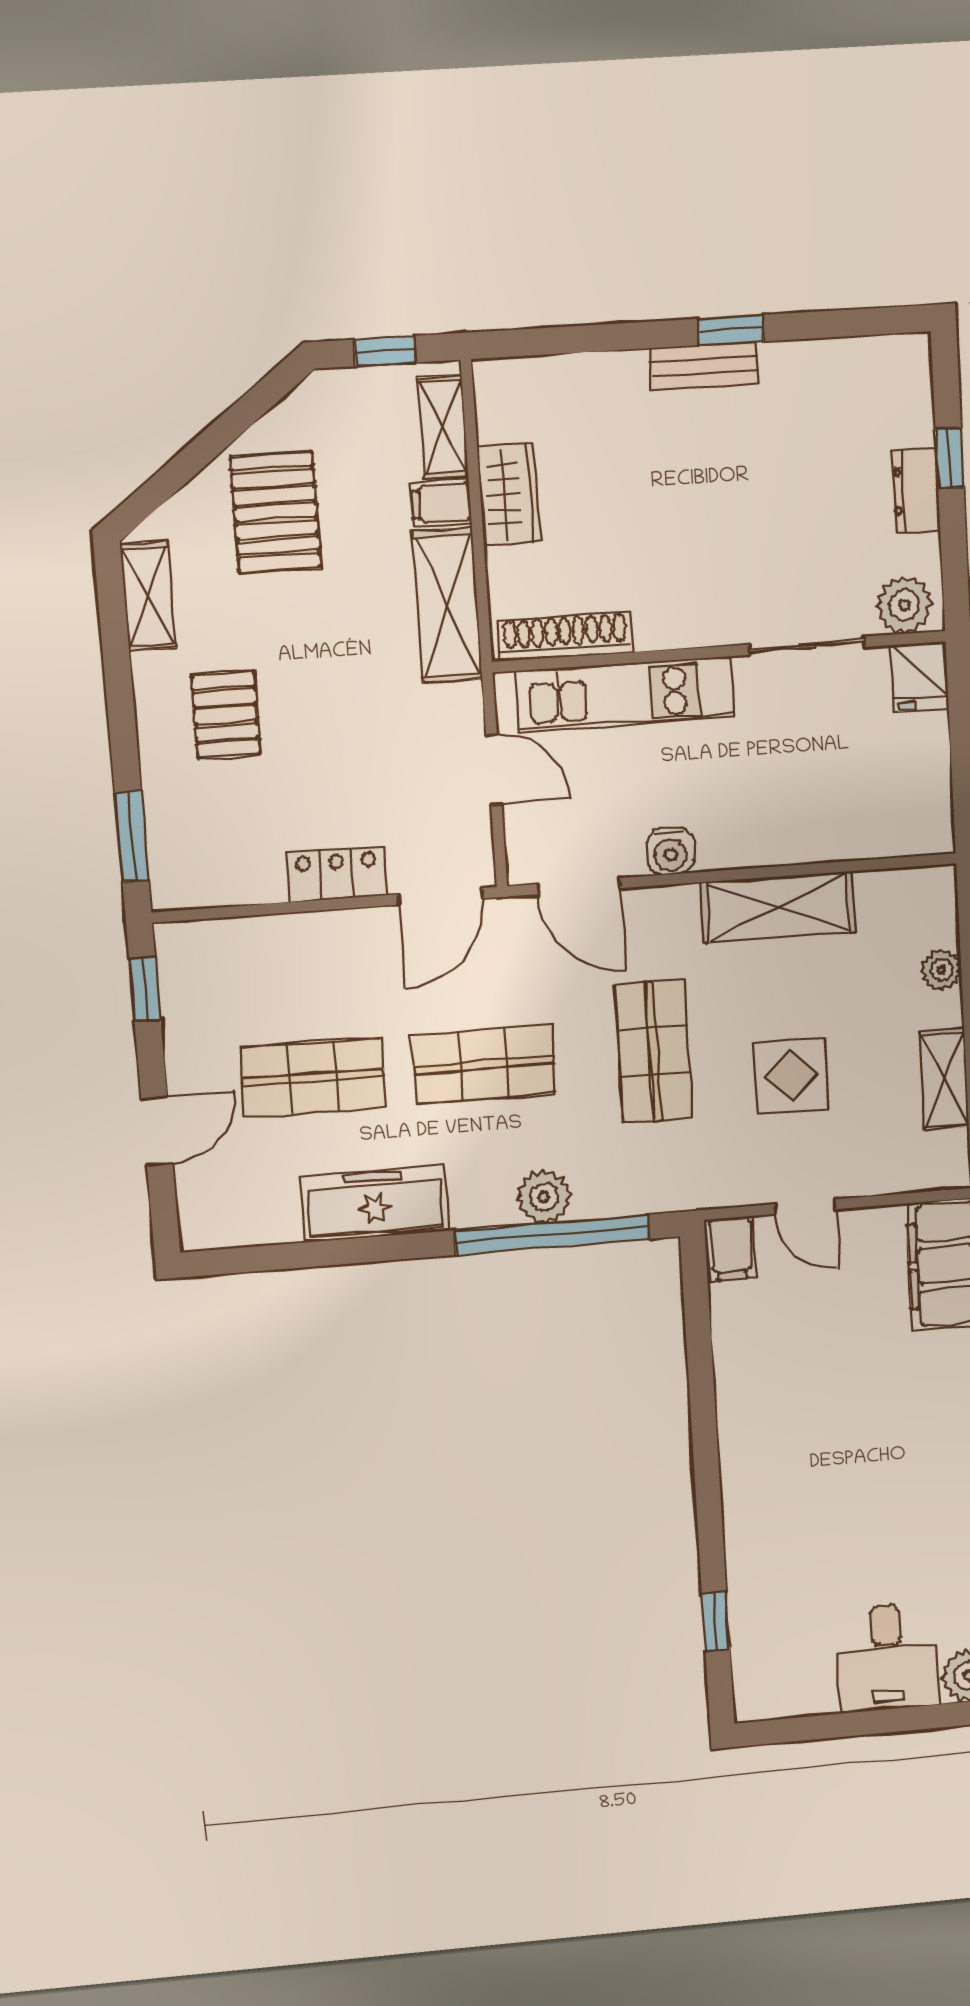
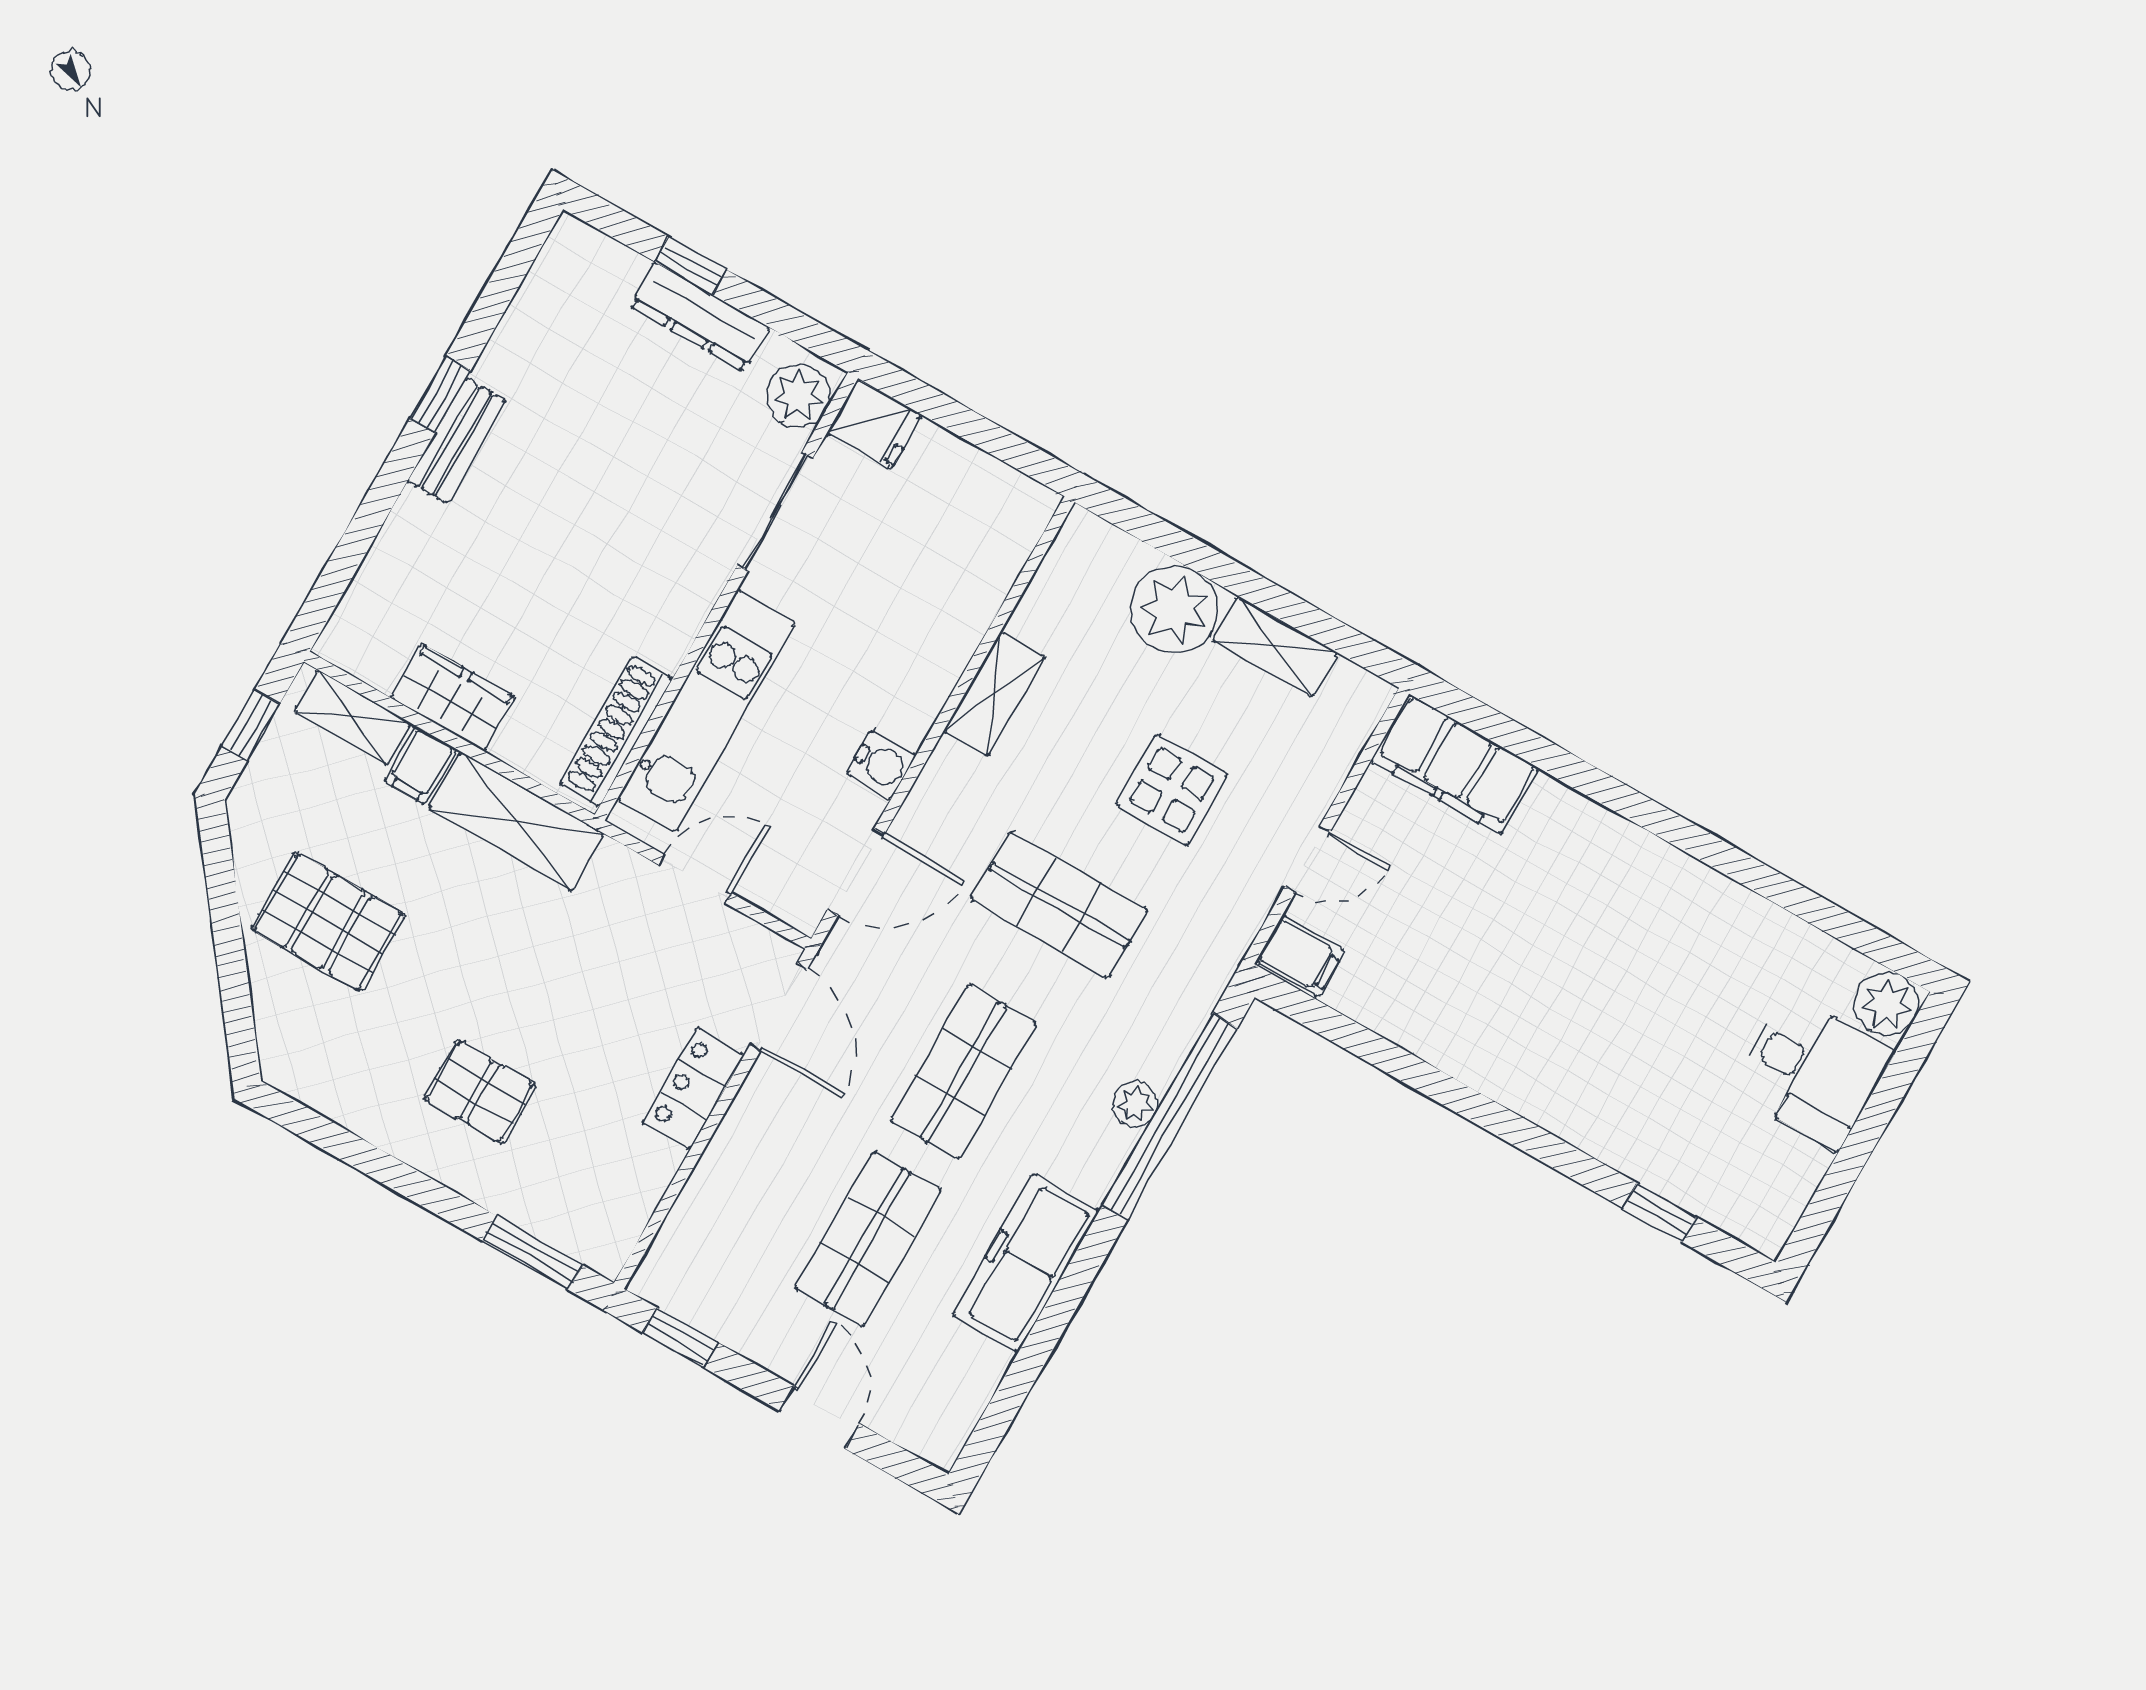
dresser: (916, 491) -> (699, 317), width x1.44
shelving: (148, 596) -> (327, 1089), removed
shelving: (778, 907) -> (994, 694), width x0.67, depth x0.75
plant: (941, 970) -> (1174, 609), width x1.88, depth x1.88
plant: (544, 1197) -> (1135, 1104), width x0.73, depth x0.73

